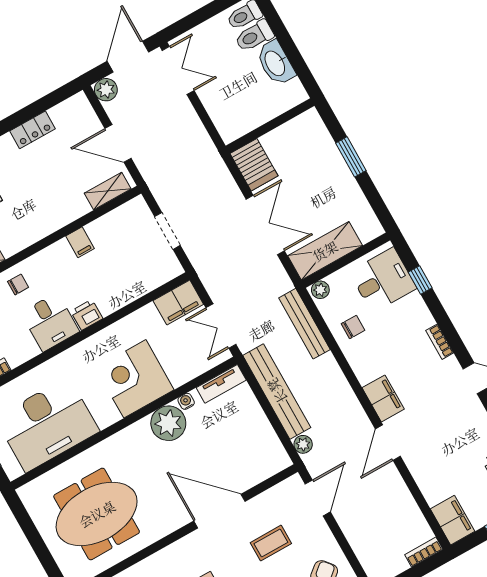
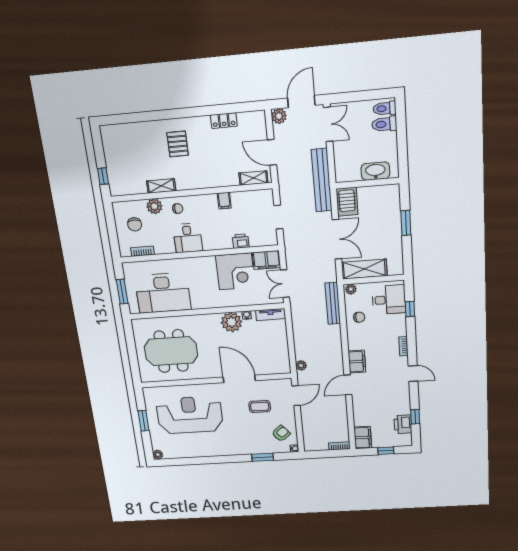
washbasin: (275, 63) -> (375, 171), moved, turned 90
printer: (87, 315) -> (241, 241), moved
corner desk: (135, 379) -> (235, 271), moved, turned 180
bench: (277, 391) -> (322, 180), moved

